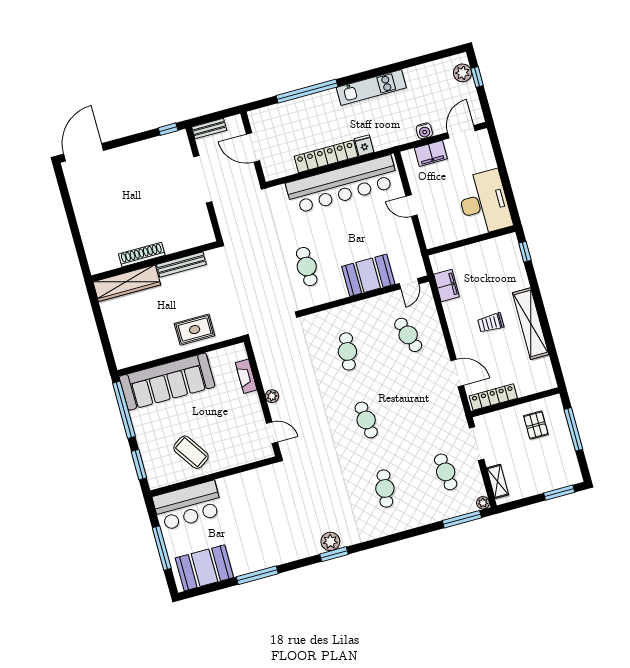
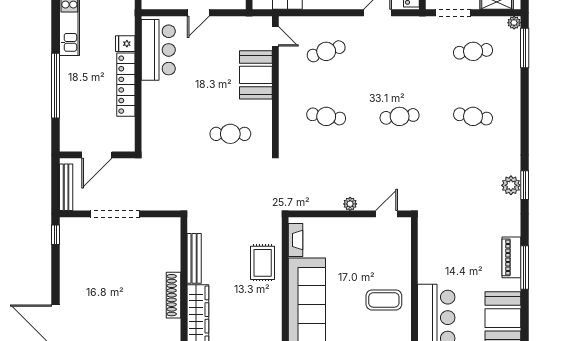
bench: (209, 129) -> (66, 187), width x1.36
bar counter: (342, 185) -> (158, 50), width x0.54
fireplace: (246, 376) -> (296, 240), moved, turned -90
coffee table: (191, 452) -> (384, 300), turned 34
piano: (263, 560) -> (511, 257), added

